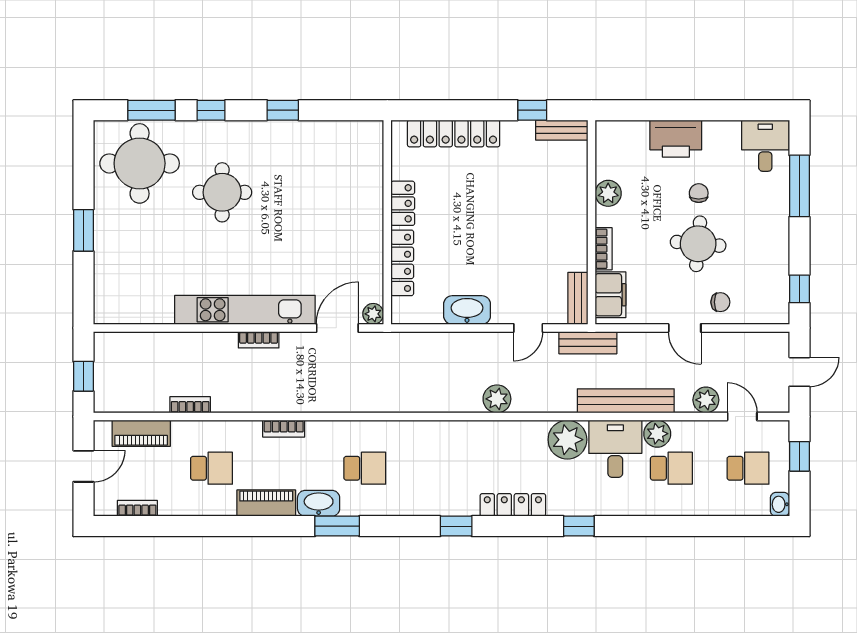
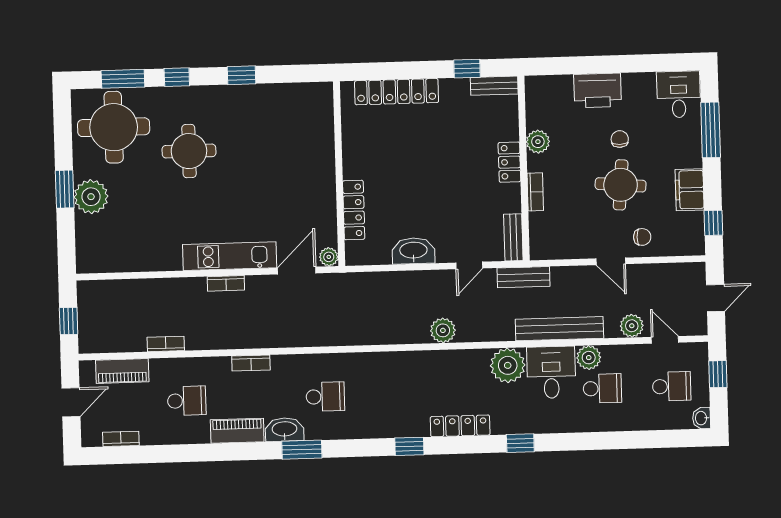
locker: (403, 203) -> (509, 162), moved, turned 180
plant: (112, 239) -> (91, 197), added
filing cabinet: (610, 295) -> (690, 190), moved, turned 180
kitchen unit: (245, 310) -> (230, 256), width x0.73

